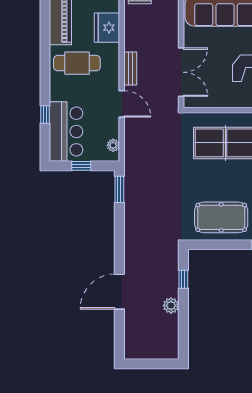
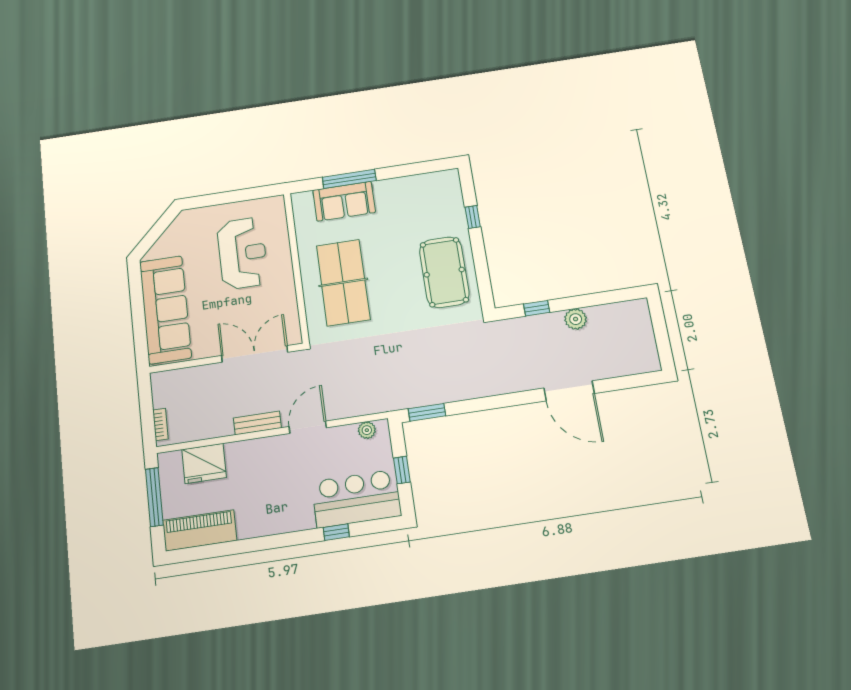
cafe table: (77, 63) -> (258, 498), removed

